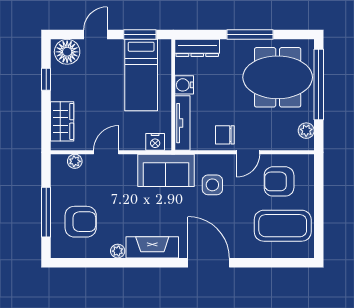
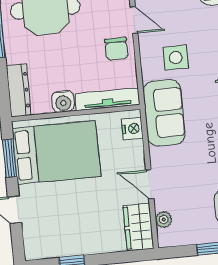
floor lamp: (67, 52) -> (38, 241), removed
bed: (141, 75) -> (56, 152), width x1.50
wardrobe: (62, 121) -> (138, 227), moved, turned -90

